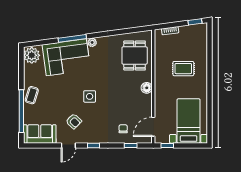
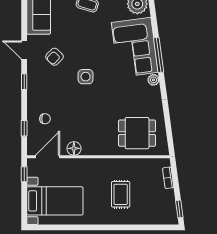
floor lamp: (147, 88) -> (74, 148), moved
door: (153, 127) -> (48, 157), hinge flipped

